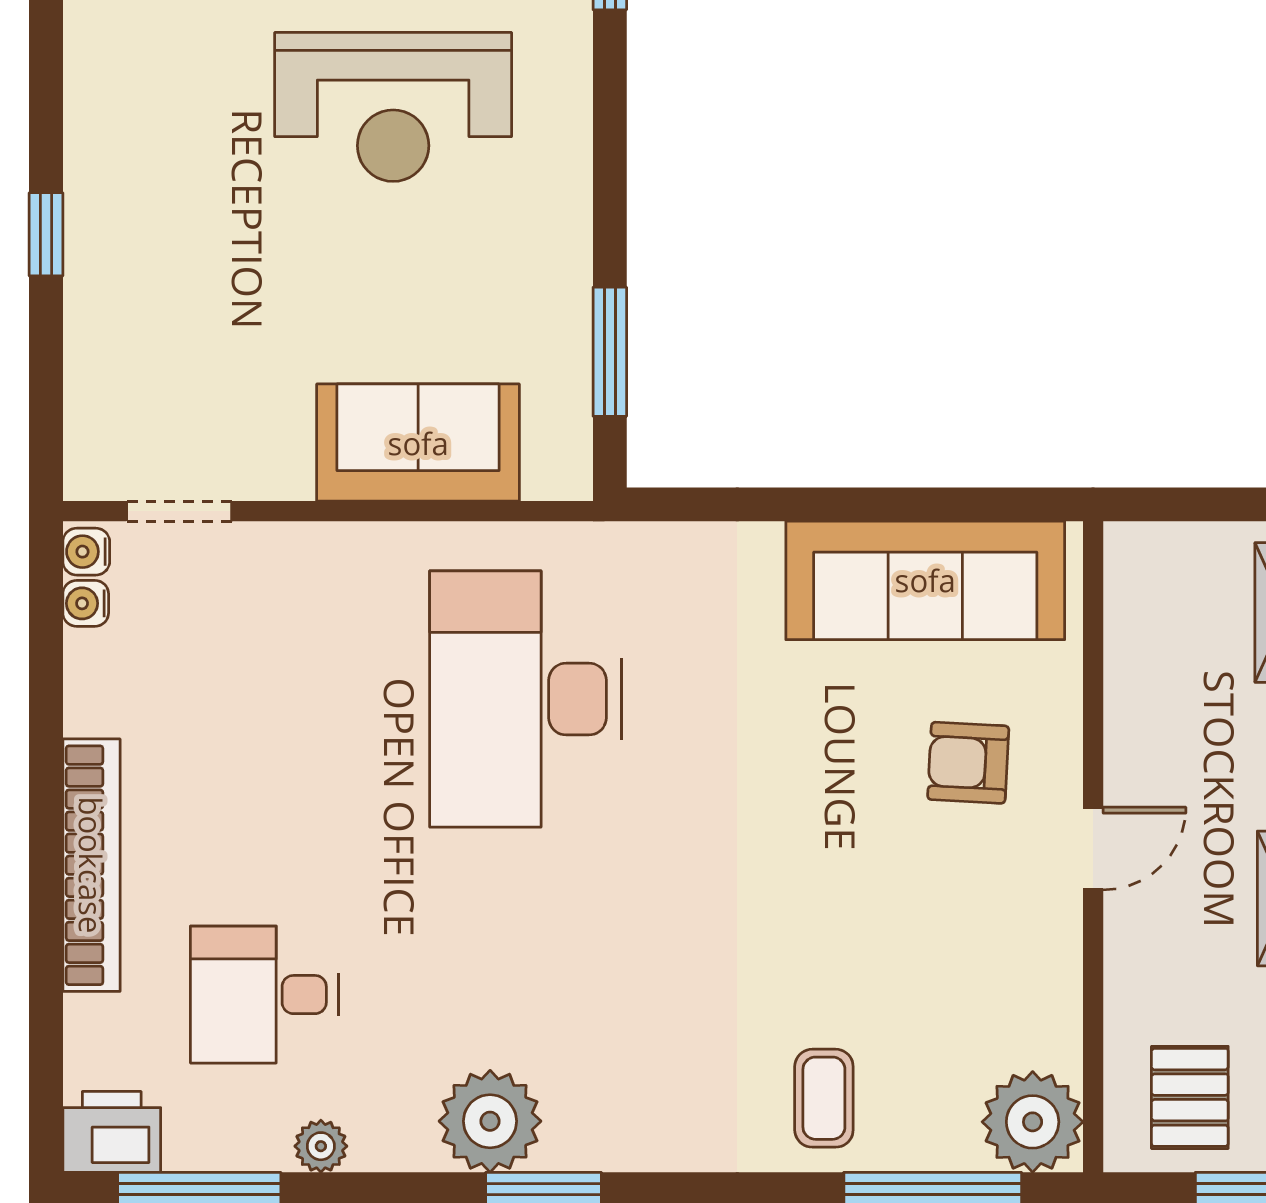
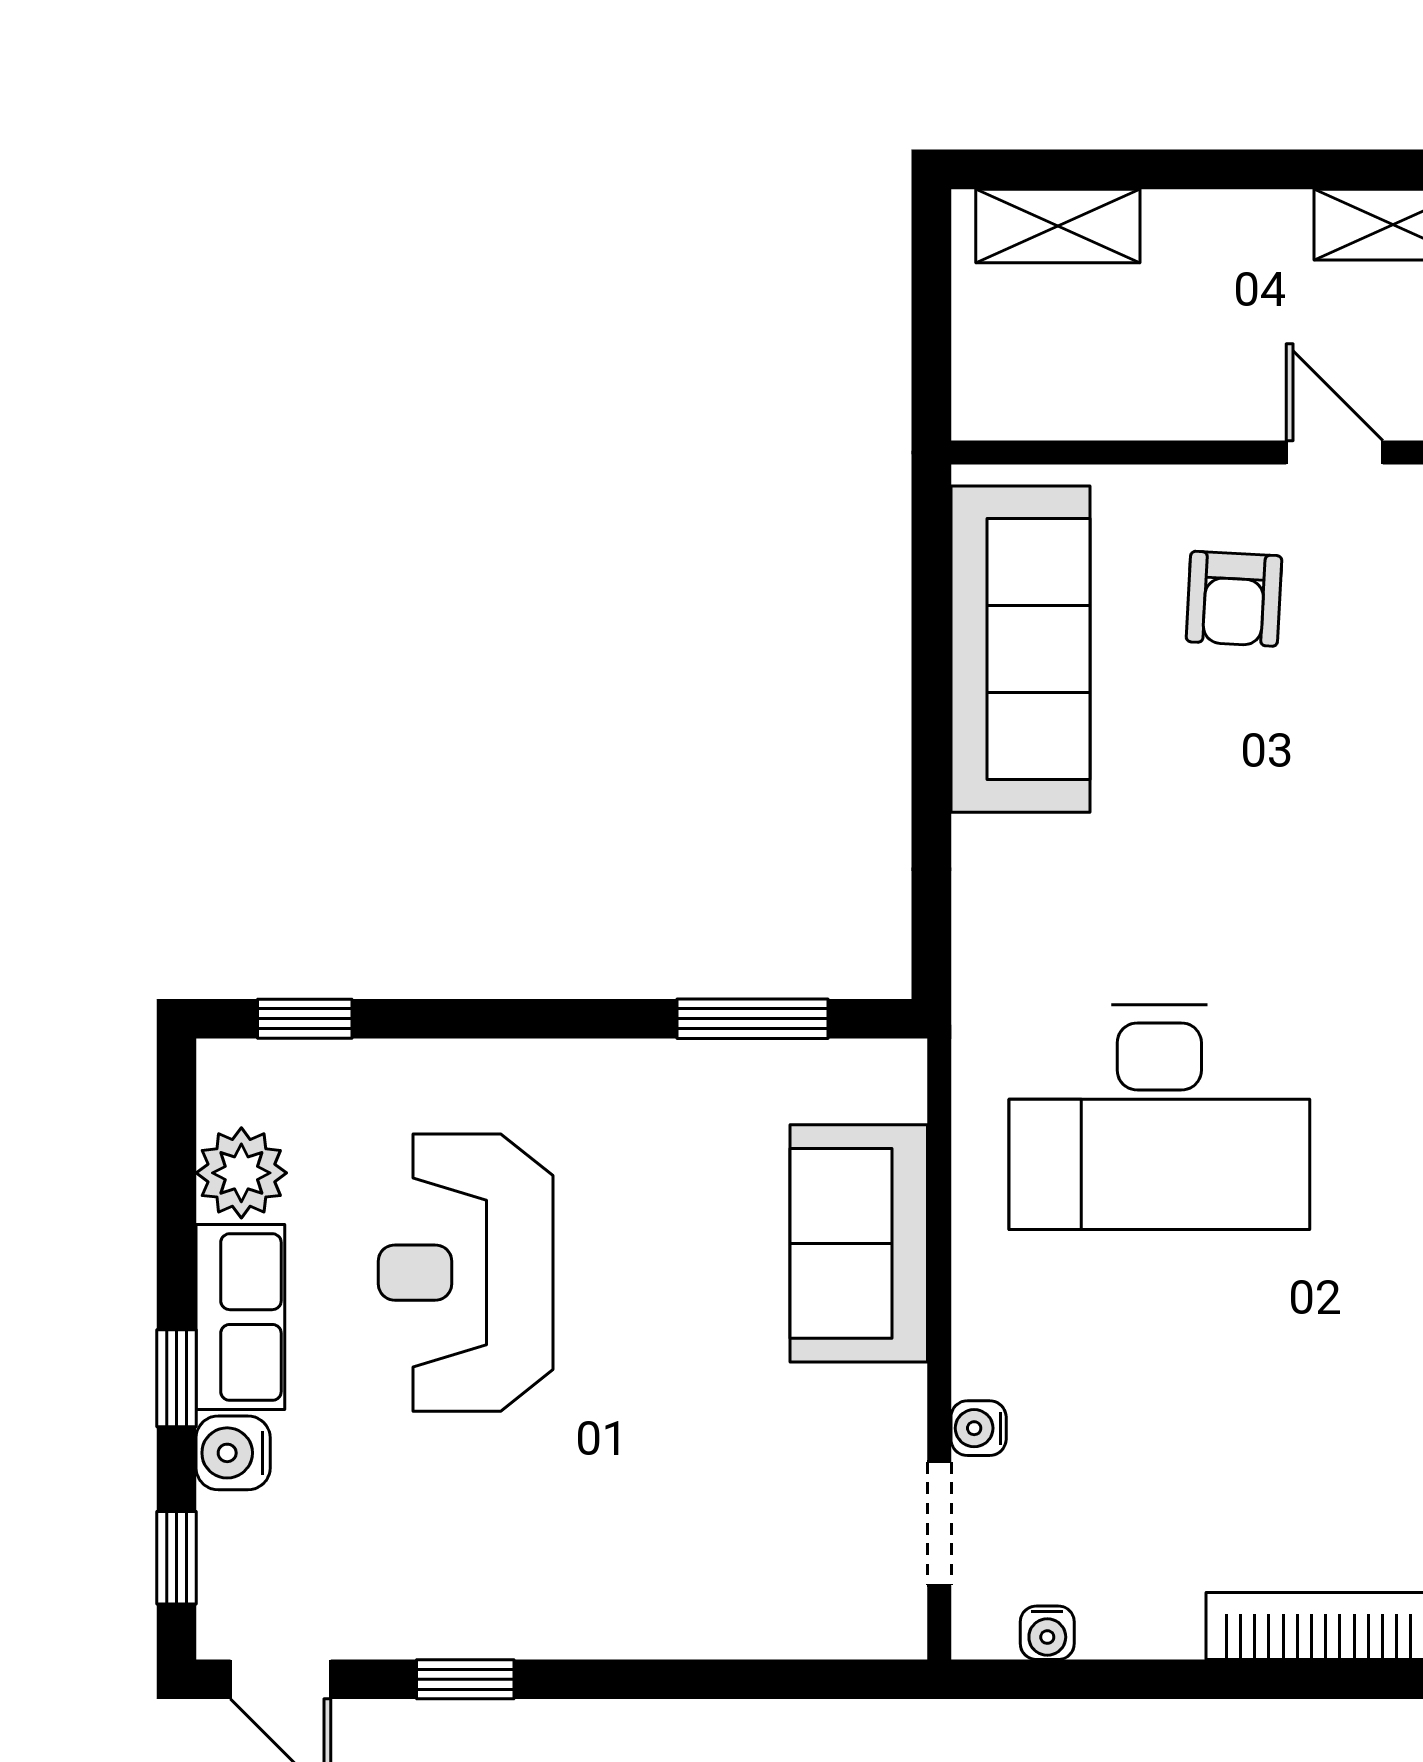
reception desk: (393, 107) -> (466, 1273), turned 180
window: (46, 234) -> (465, 1679), moved
water cooler: (86, 552) -> (979, 1428), moved, turned 90

